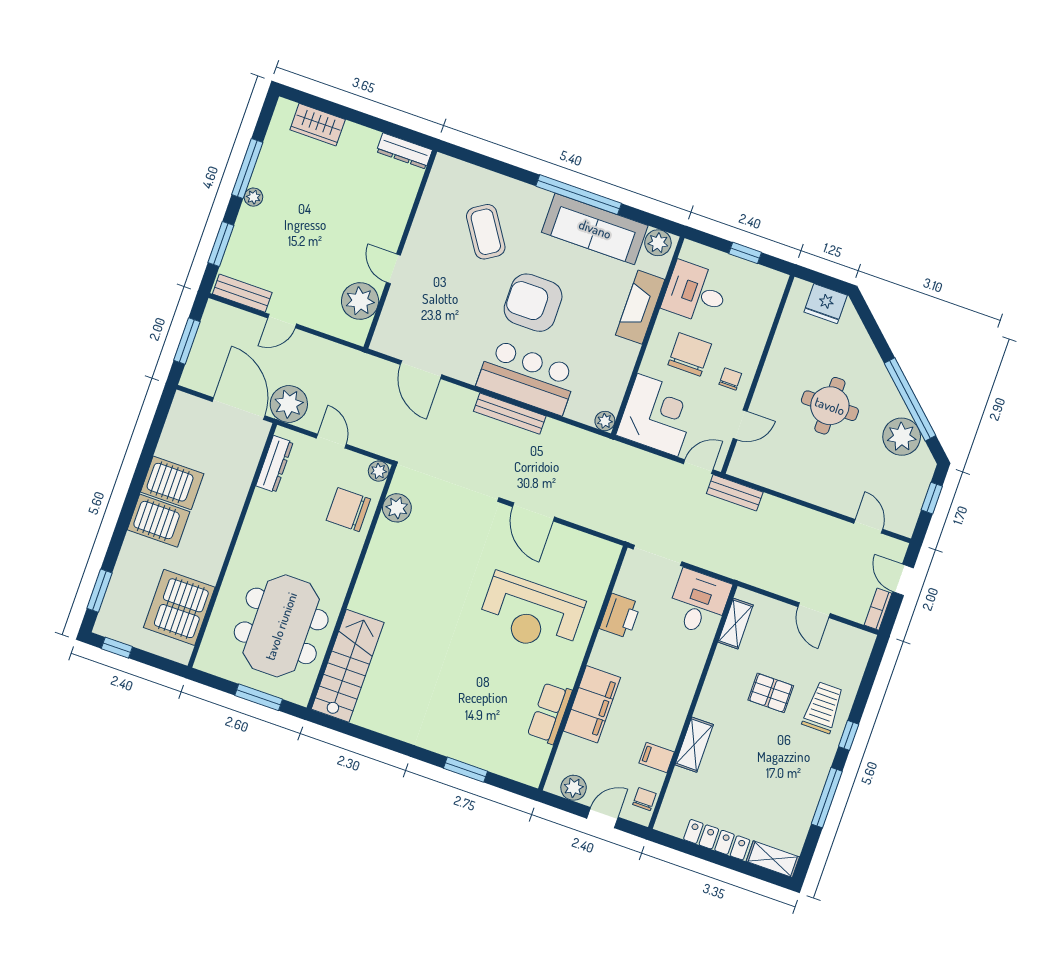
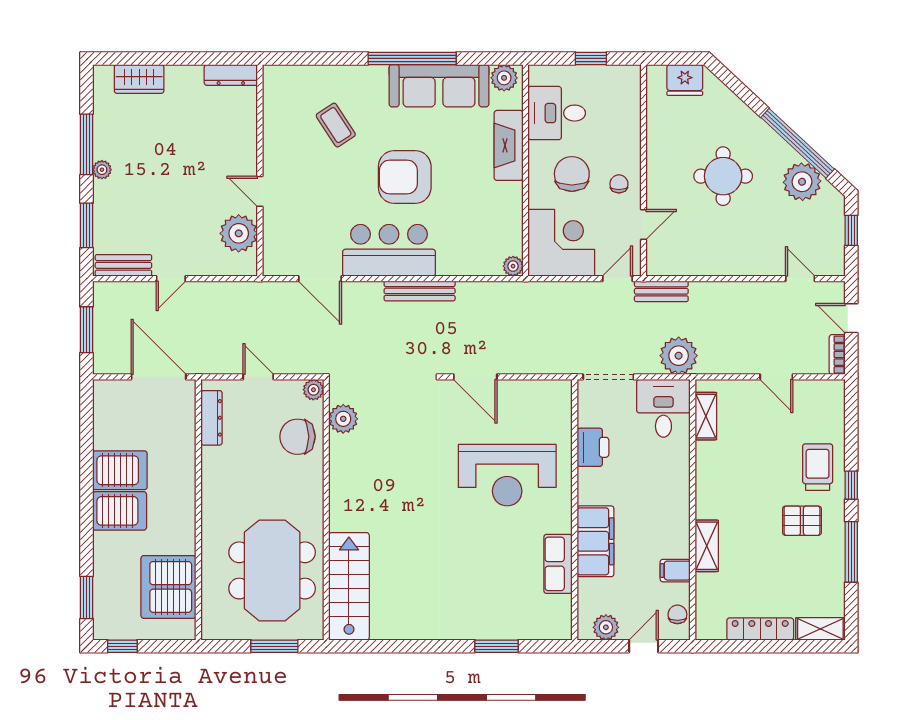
coffee table: (486, 232) -> (336, 125), width x0.73, depth x0.77
bar counter: (527, 377) -> (389, 250), moved
plant: (289, 404) -> (679, 356), moved
pallet: (771, 693) -> (802, 521), moved

